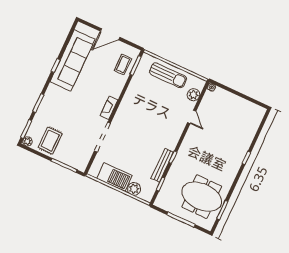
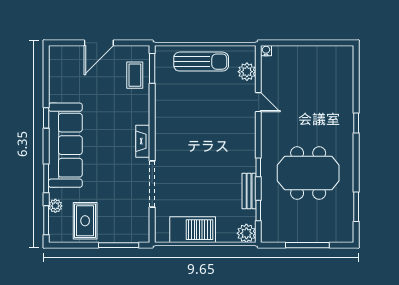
sofa: (72, 61) -> (65, 145), moved
plant: (27, 141) -> (55, 206), moved
bench: (162, 165) -> (249, 191), width x0.73
plant: (134, 189) -> (246, 233), moved
meeting table: (202, 197) -> (308, 173), moved

